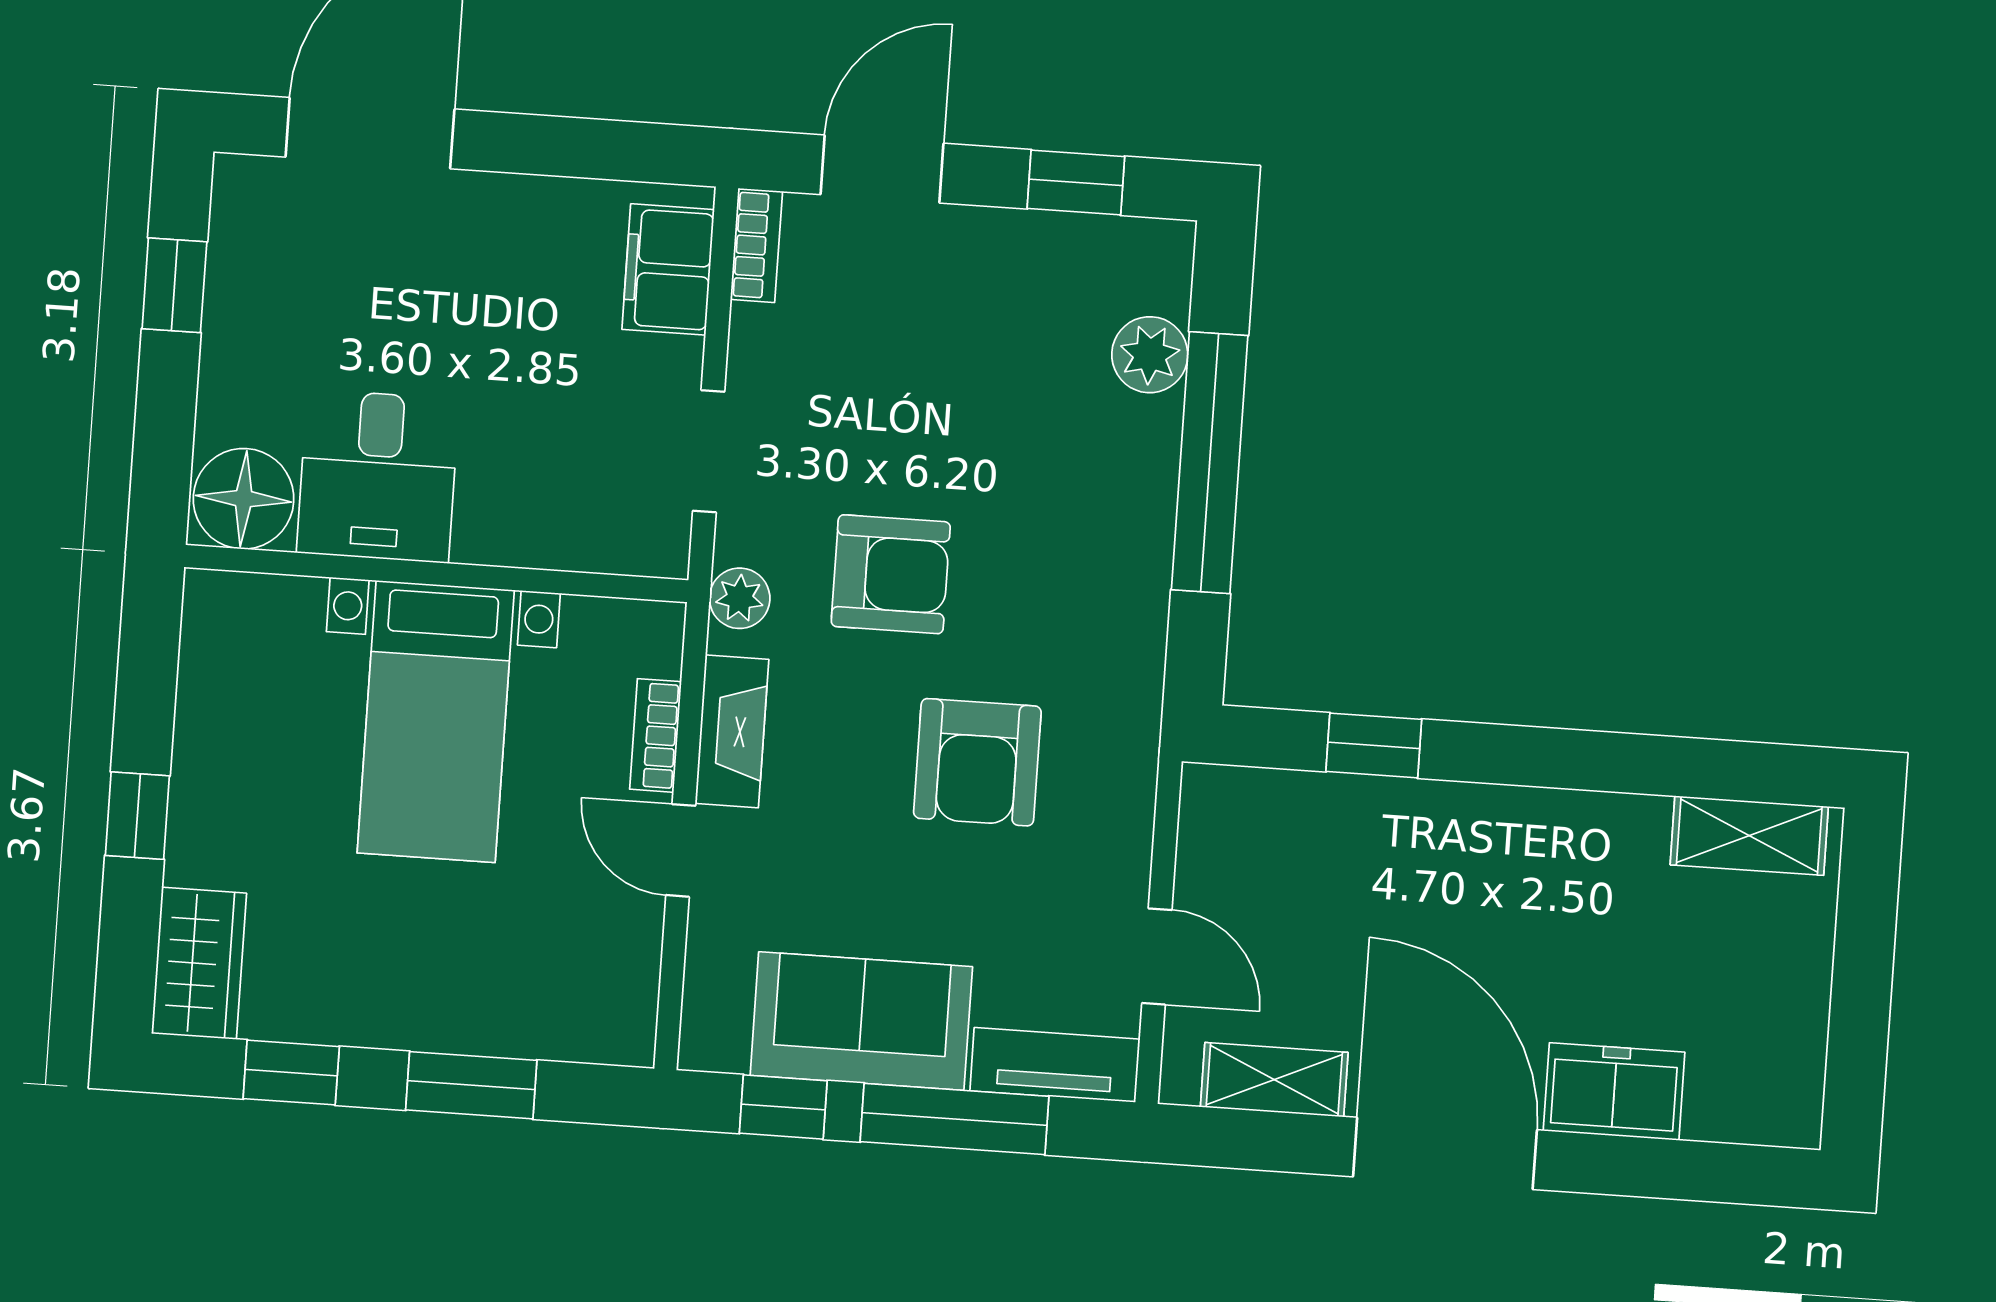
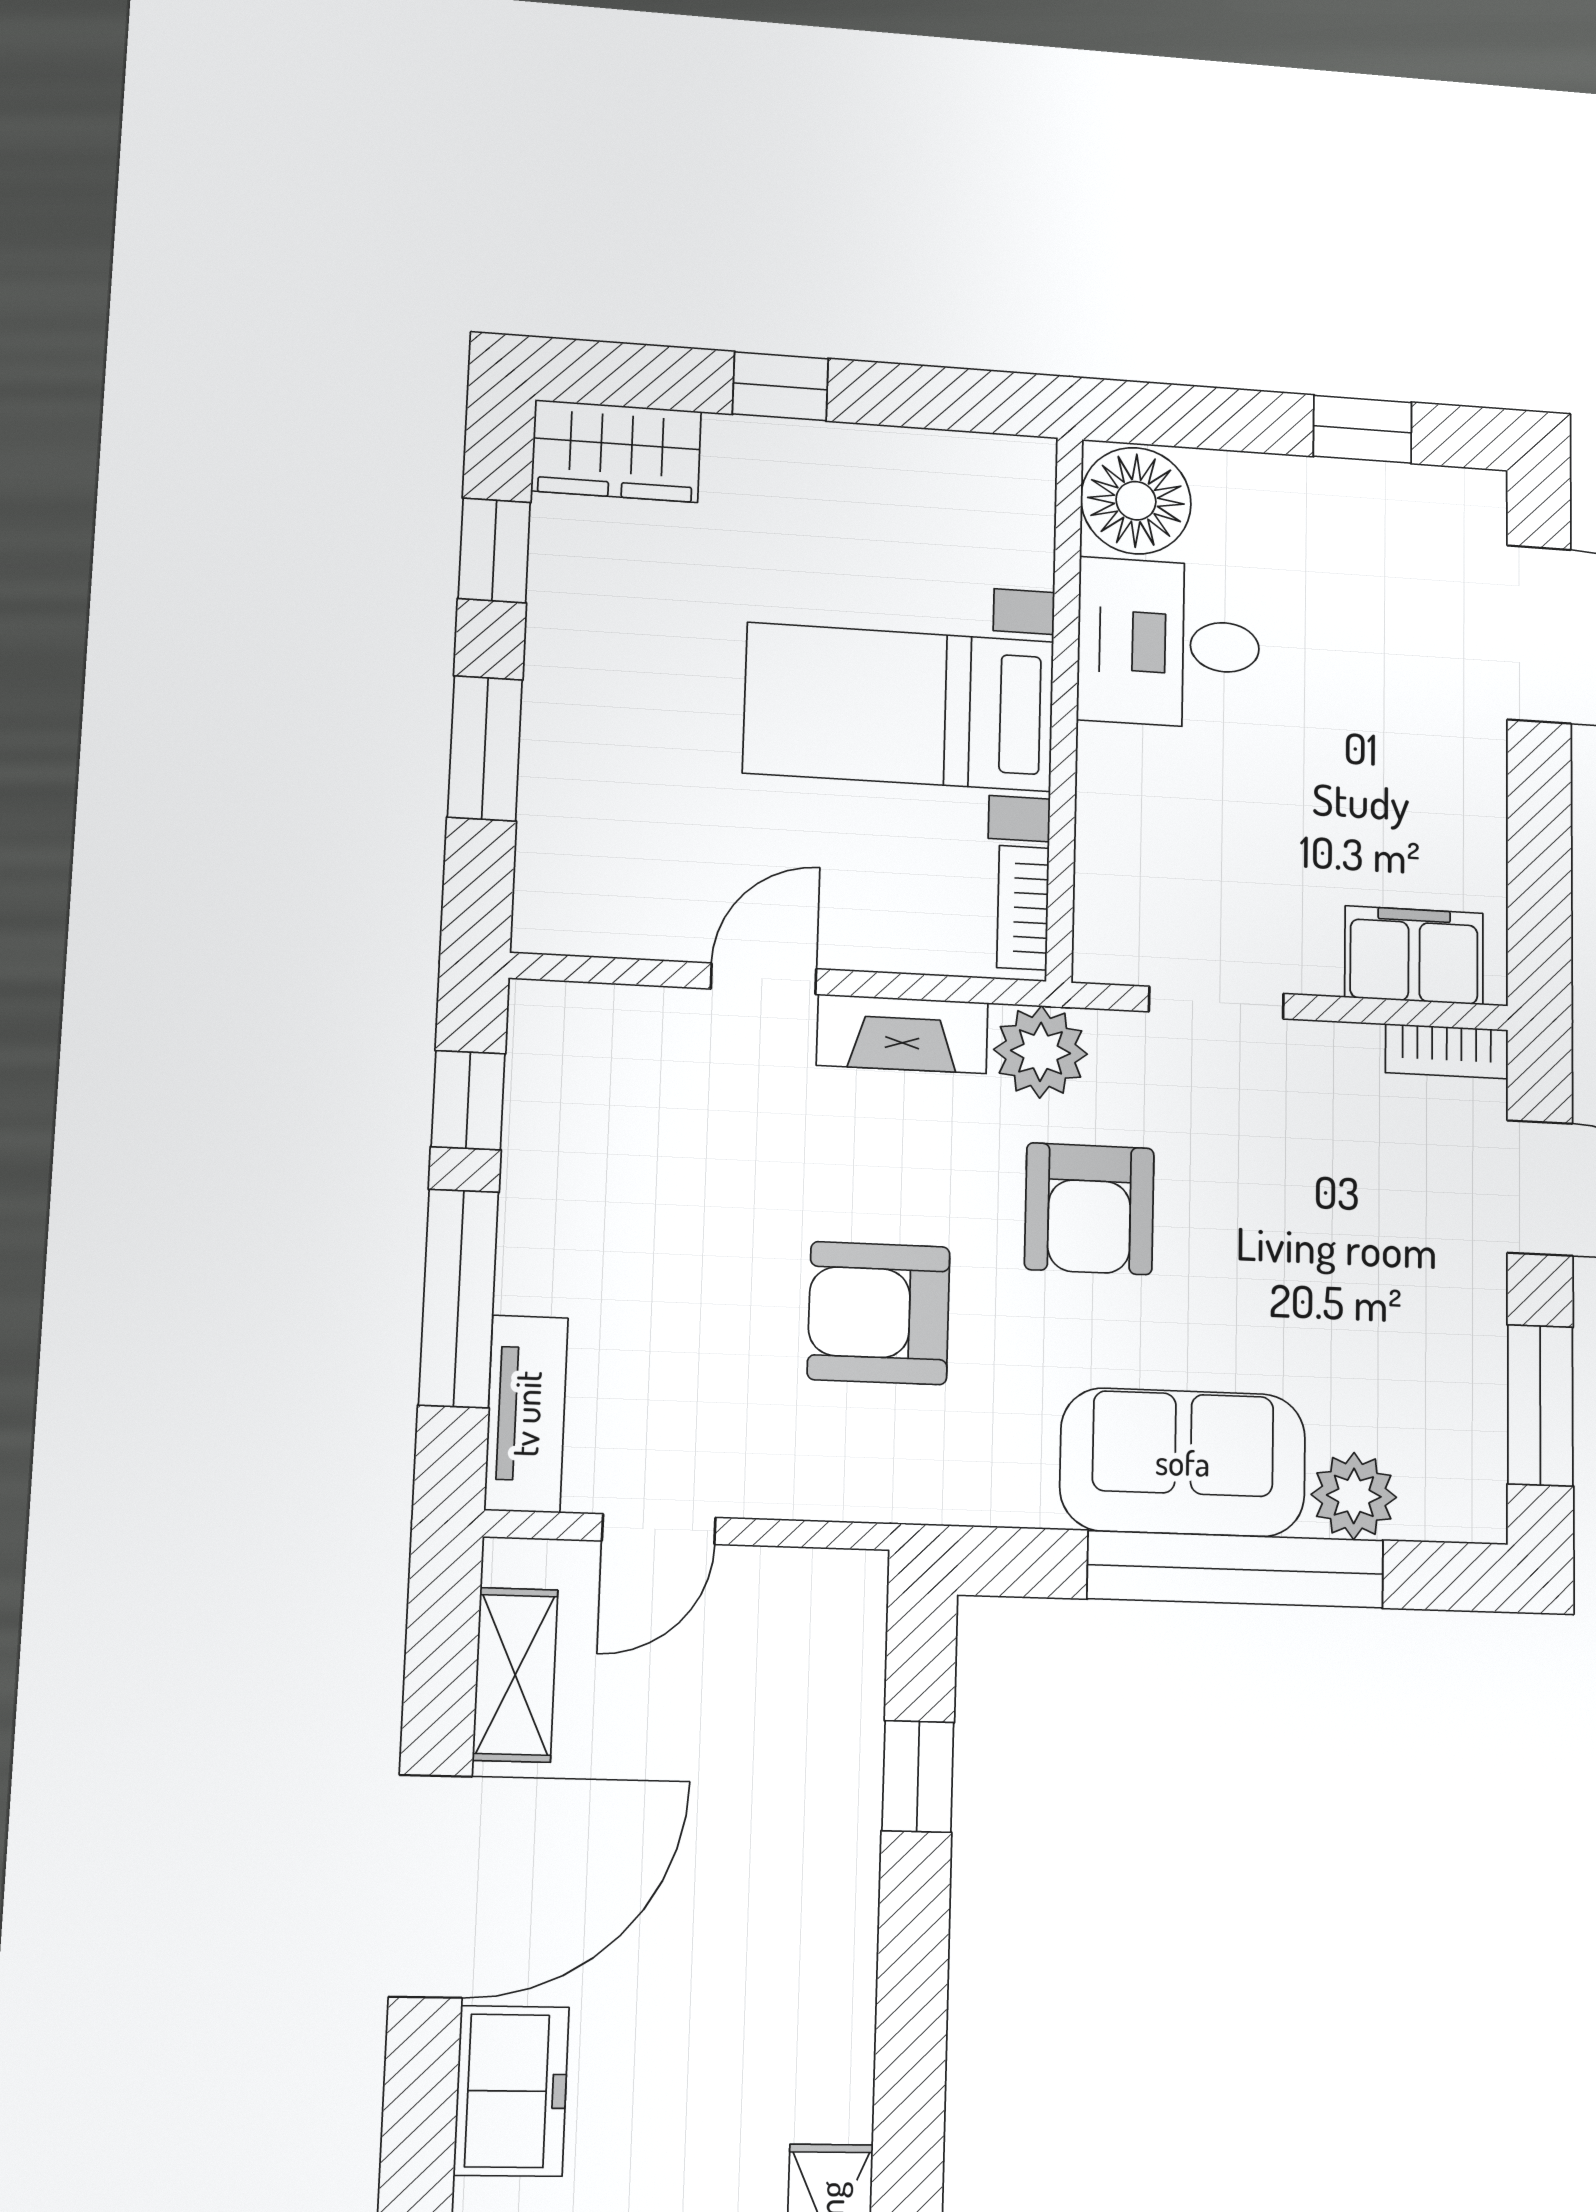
window: (1076, 182) -> (1540, 1405), width x1.50
plant: (740, 598) -> (1041, 1052), width x1.38, depth x1.38
bookcase: (656, 735) -> (1023, 908), moved, turned -90
sofa: (861, 1021) -> (1183, 1462), moved, turned -90

